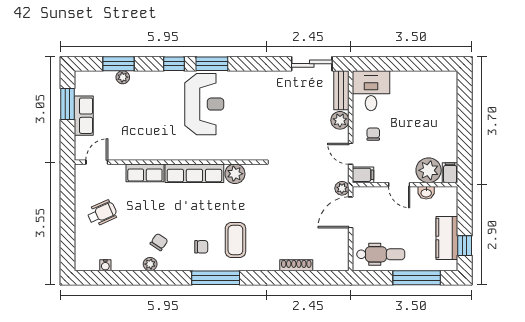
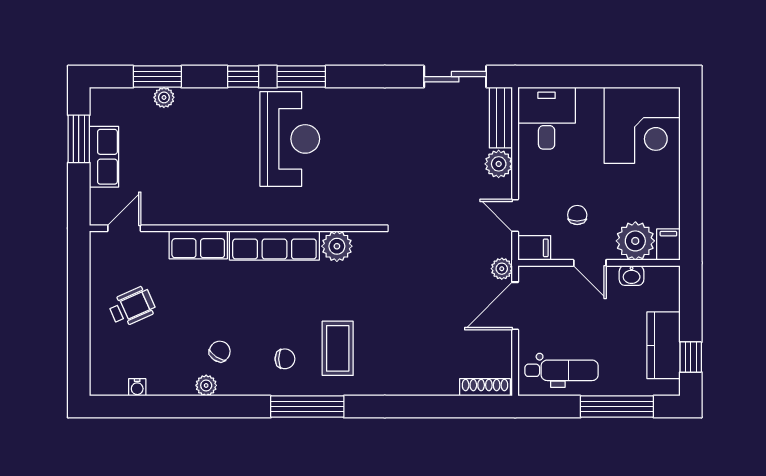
corner desk: (433, 95) -> (642, 125), added
chair: (373, 134) -> (577, 215), moved
shoe rack: (296, 265) -> (485, 387), moved

